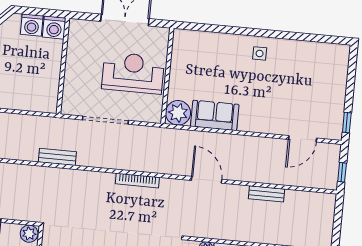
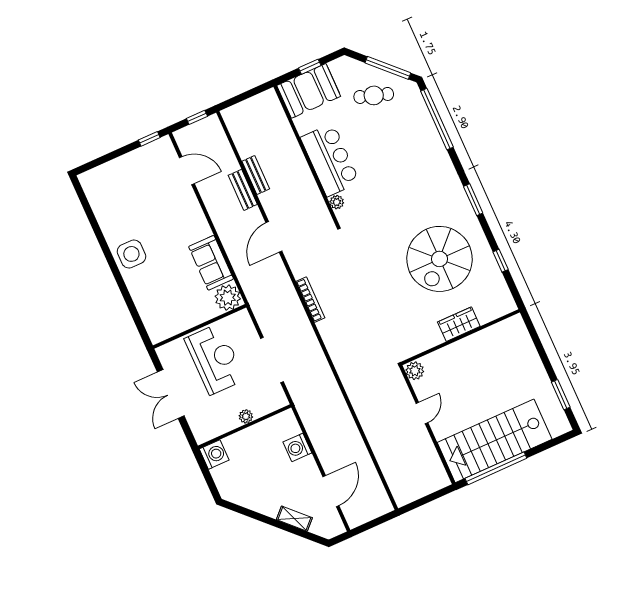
washing machine: (32, 25) -> (297, 447), moved, turned 180
side table: (260, 53) -> (131, 254), width x1.87, depth x1.87
plant: (71, 72) -> (246, 416), added
reception desk: (133, 73) -> (215, 359), turned 180
bench: (57, 157) -> (243, 190), moved

